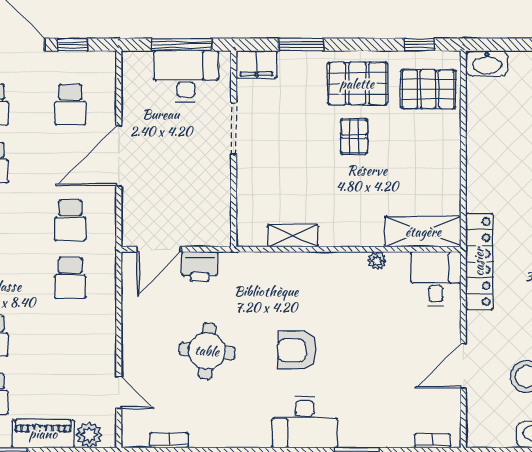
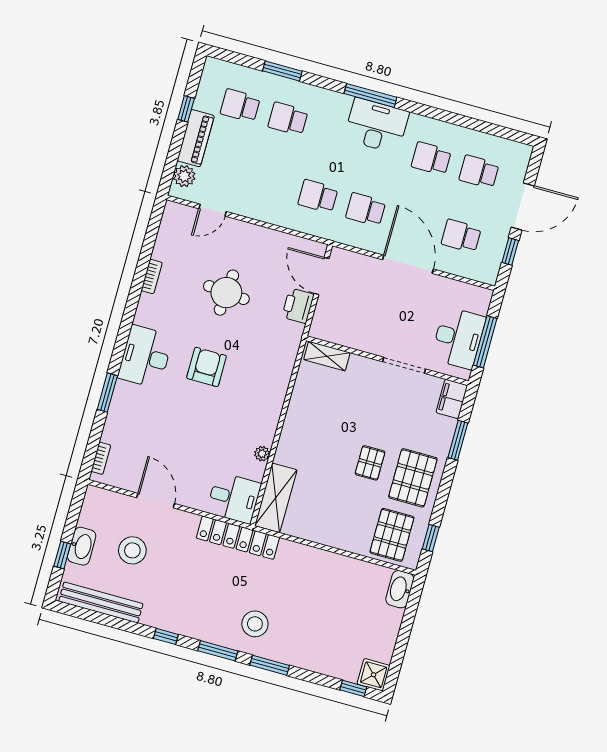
pallet: (354, 136) -> (370, 463), turned 90
shelving: (293, 236) -> (327, 356), moved, turned 90
bookcase: (169, 440) -> (152, 277), moved

